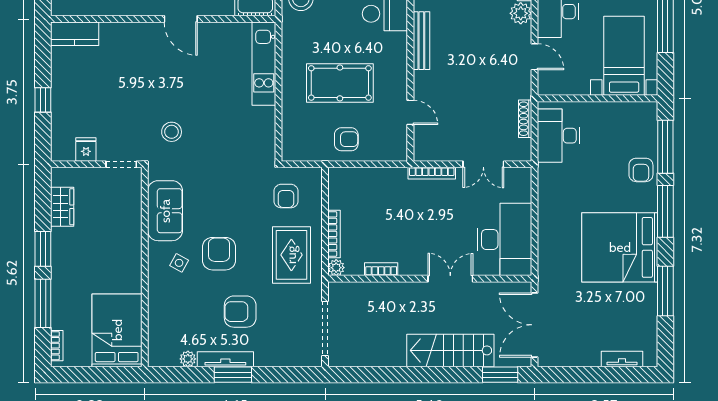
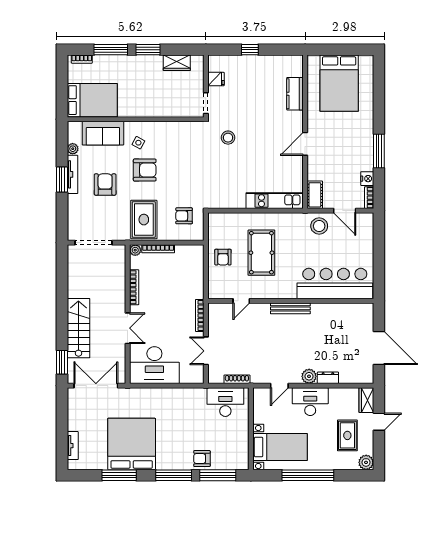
kitchen counter: (75, 34) -> (295, 94), moved
sofa: (165, 211) -> (103, 133), moved
bed: (620, 247) -> (132, 444), moved
rug: (291, 255) -> (144, 220), turned 90
bookcase: (381, 269) -> (134, 287), width x1.56

